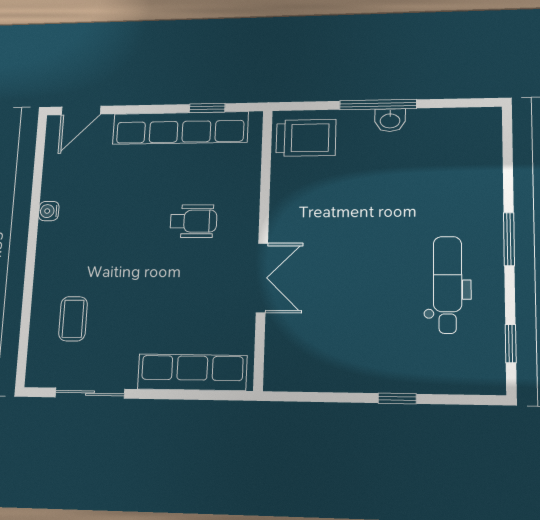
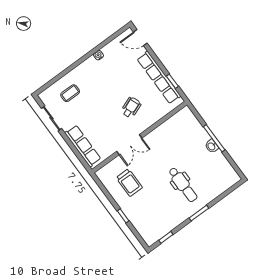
trolley: (306, 138) -> (129, 183), moved
wheelchair: (193, 221) -> (131, 107), turned -111
dental chair: (448, 285) -> (183, 185), moved, turned 90

